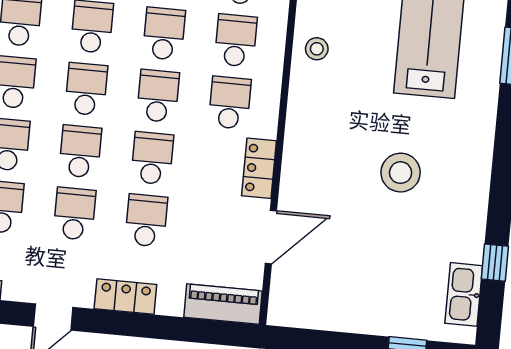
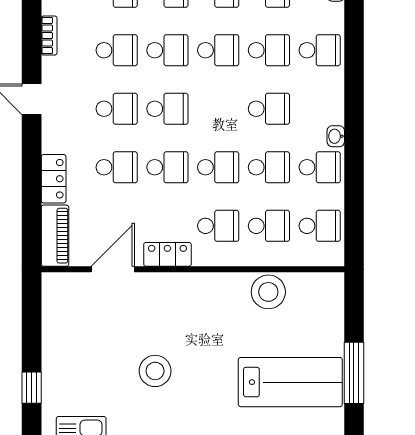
stool: (317, 49) -> (268, 292), width x1.89, depth x1.89
school desk: (86, 89) -> (218, 109), removed
stool: (401, 173) -> (155, 371), moved
door: (271, 237) -> (113, 269), swing flipped
locker: (125, 297) -> (54, 179), moved

